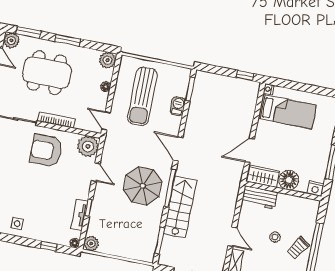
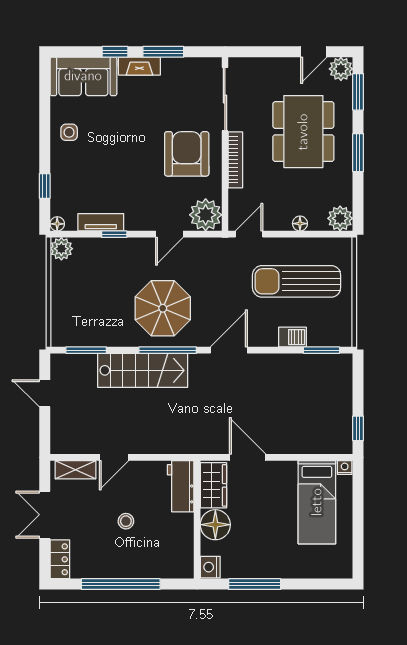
trolley: (298, 248) -> (117, 559), removed

